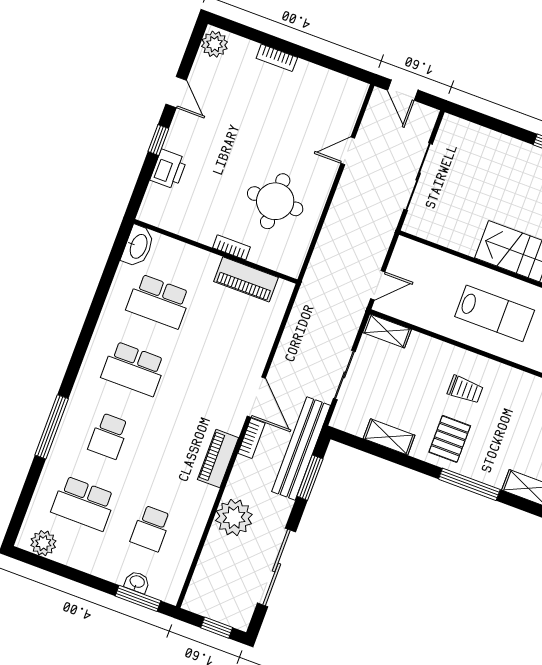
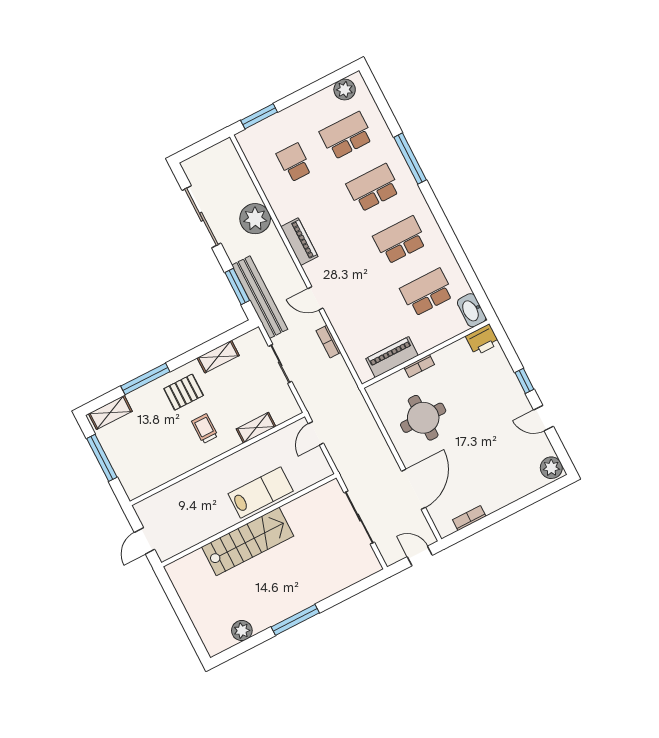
bookcase: (277, 58) -> (469, 518), moved
door: (348, 151) -> (413, 489), width x1.87
printer: (169, 169) -> (482, 340), moved, turned -90
lab bench: (495, 313) -> (261, 492), moved, turned 180
shelving: (387, 331) -> (256, 428), moved
trolley: (465, 390) -> (205, 429), turned 90
door: (256, 397) -> (315, 298), width x0.73
school desk: (109, 436) -> (373, 188), width x1.85
bookcase: (251, 438) -> (328, 342), moved
pallet: (450, 439) -> (184, 392), turned 90
washbasin: (137, 582) -> (269, 125), removed
window: (217, 628) -> (198, 148), removed

